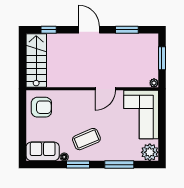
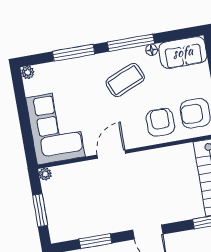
armchair: (67, 105) -> (160, 122), added
plant: (150, 152) -> (28, 72), width x0.53, depth x0.53
window: (78, 165) -> (131, 43), width x1.44

